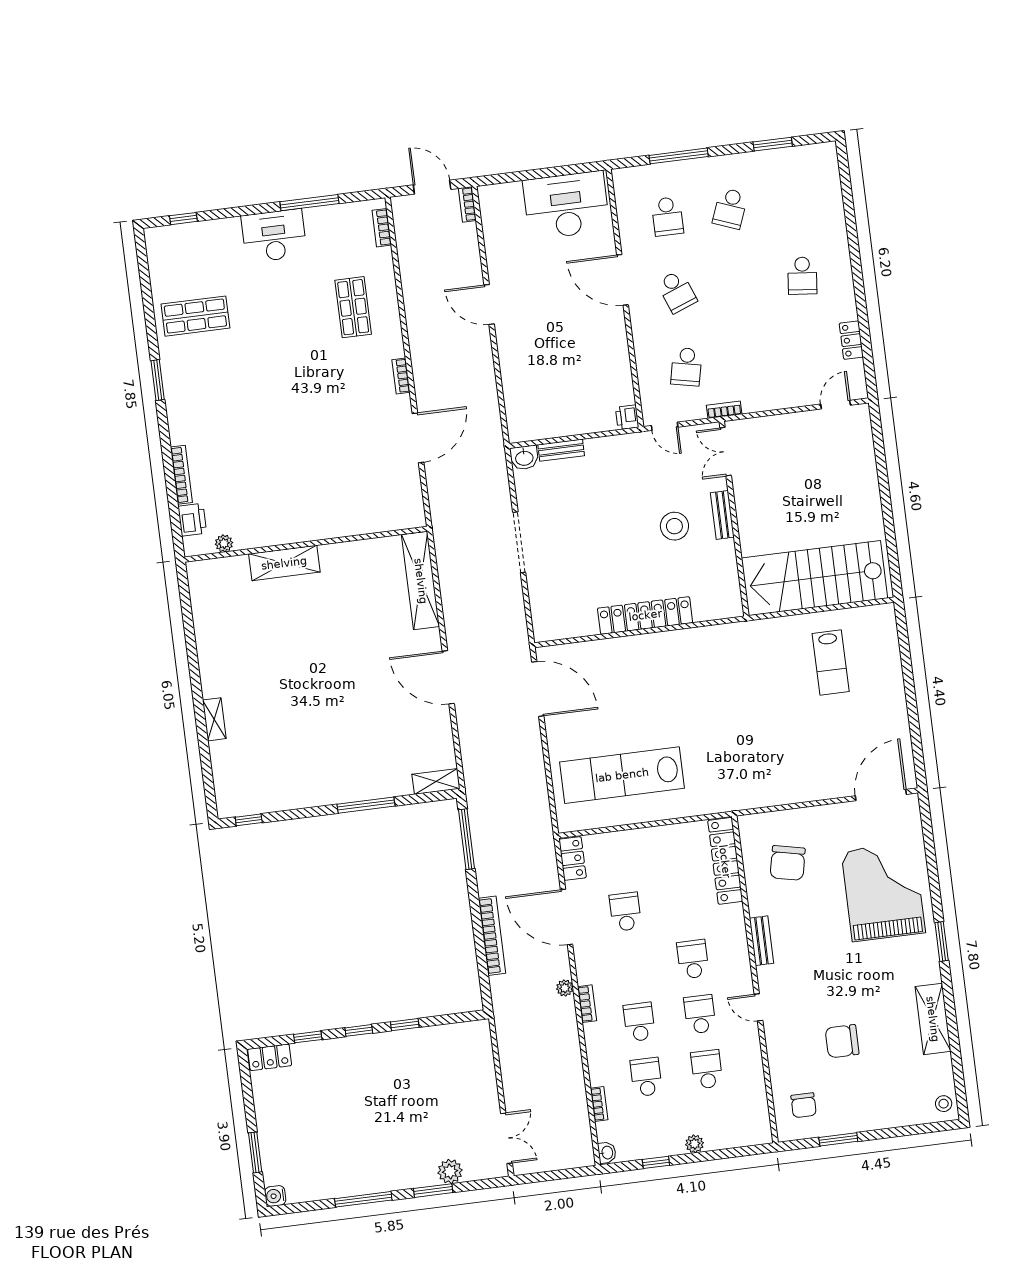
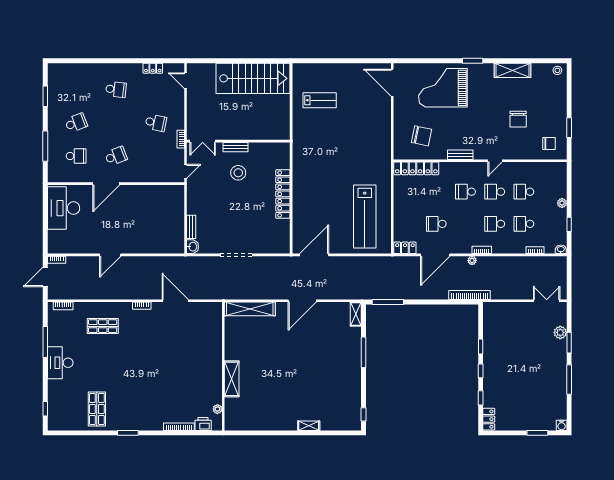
school desk: (730, 208) -> (76, 123), turned -42
school desk: (686, 367) -> (156, 123), moved
printer: (627, 417) -> (178, 190), removed
stairs: (814, 578) -> (253, 78), moved, turned -90
bookcase: (492, 936) -> (470, 295), moved

